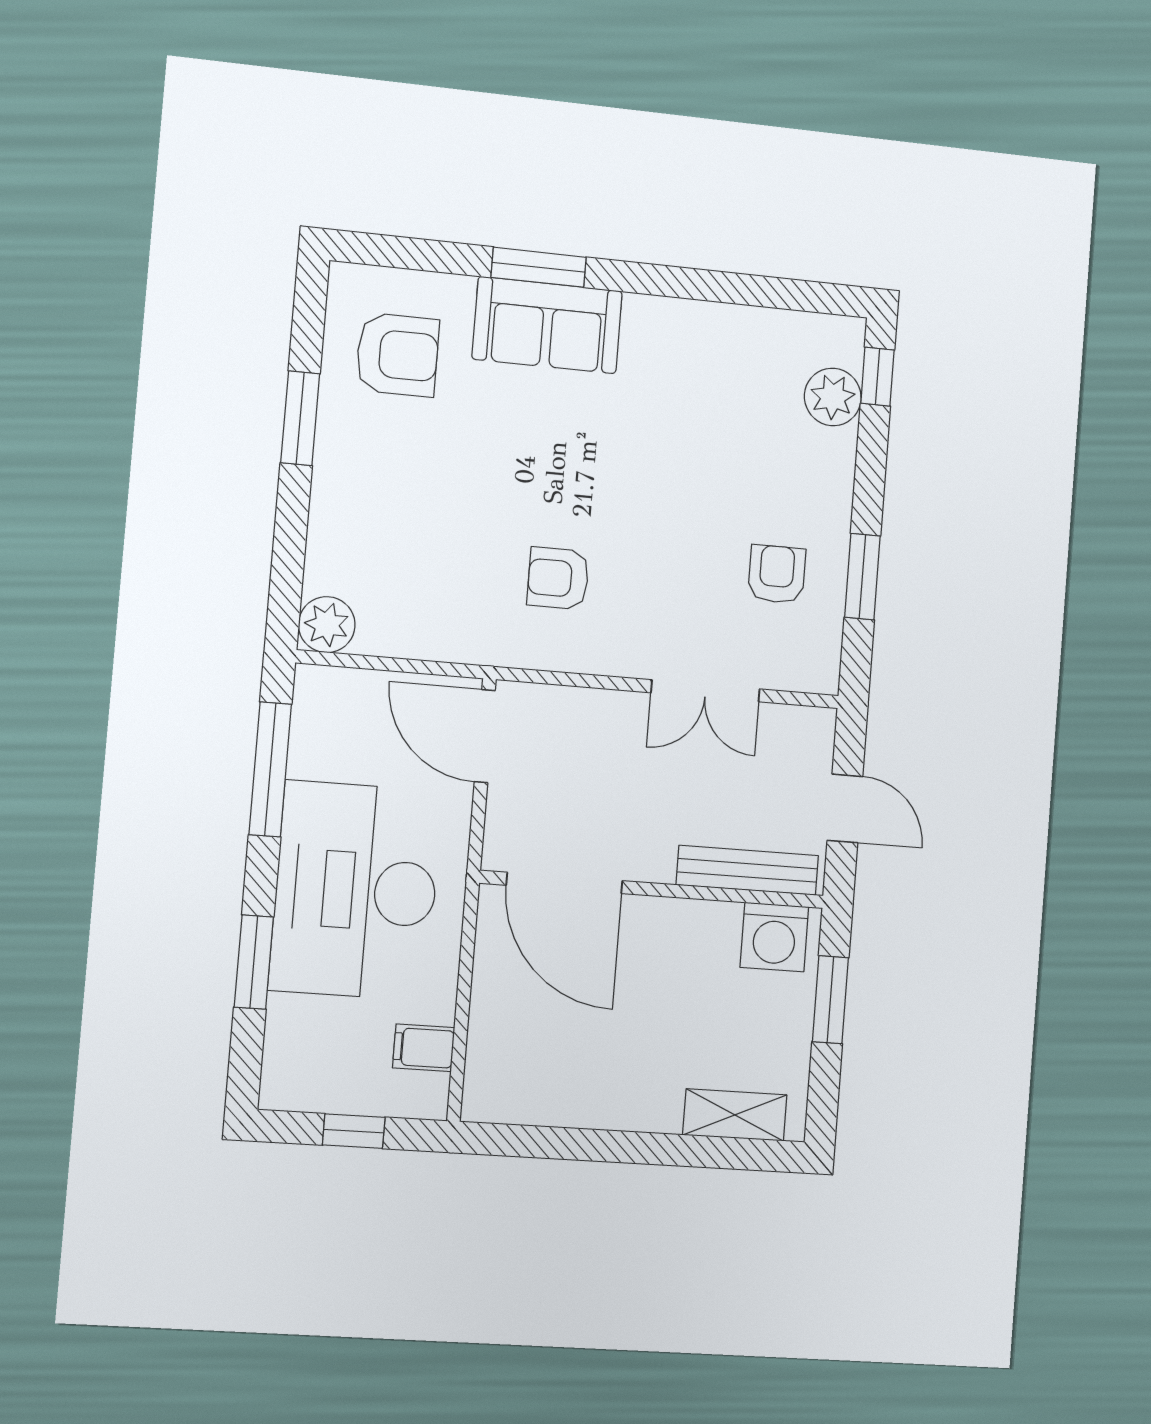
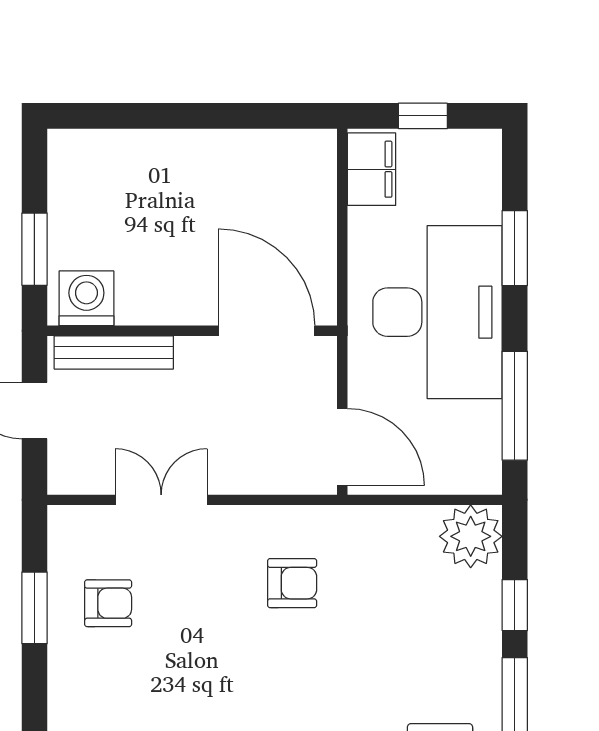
window: (291, 528) -> (515, 605), added
armchair: (777, 574) -> (108, 603), turned -90
plant: (327, 625) -> (471, 536), width x1.36, depth x1.36
filing cabinet: (424, 1048) -> (372, 169), width x2.00
shelving: (735, 1115) -> (108, 148), removed

